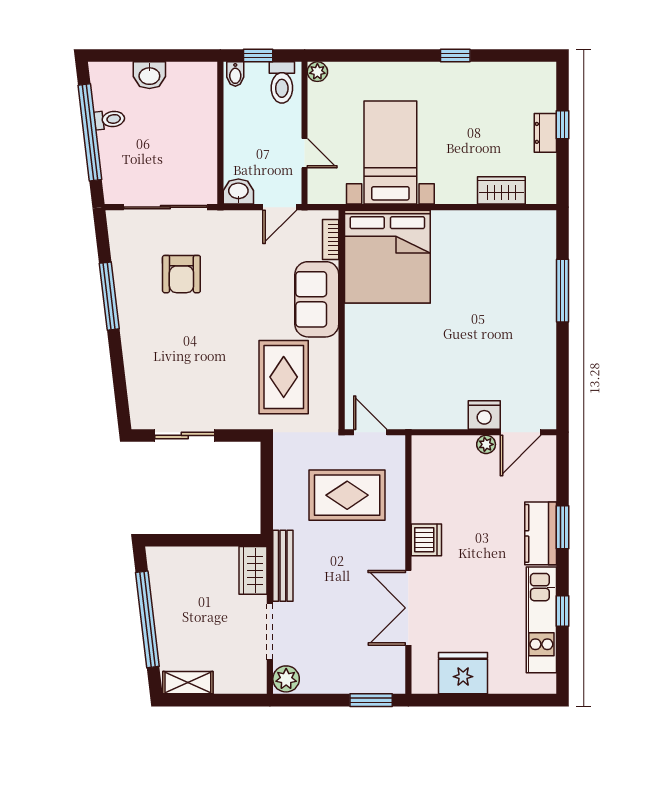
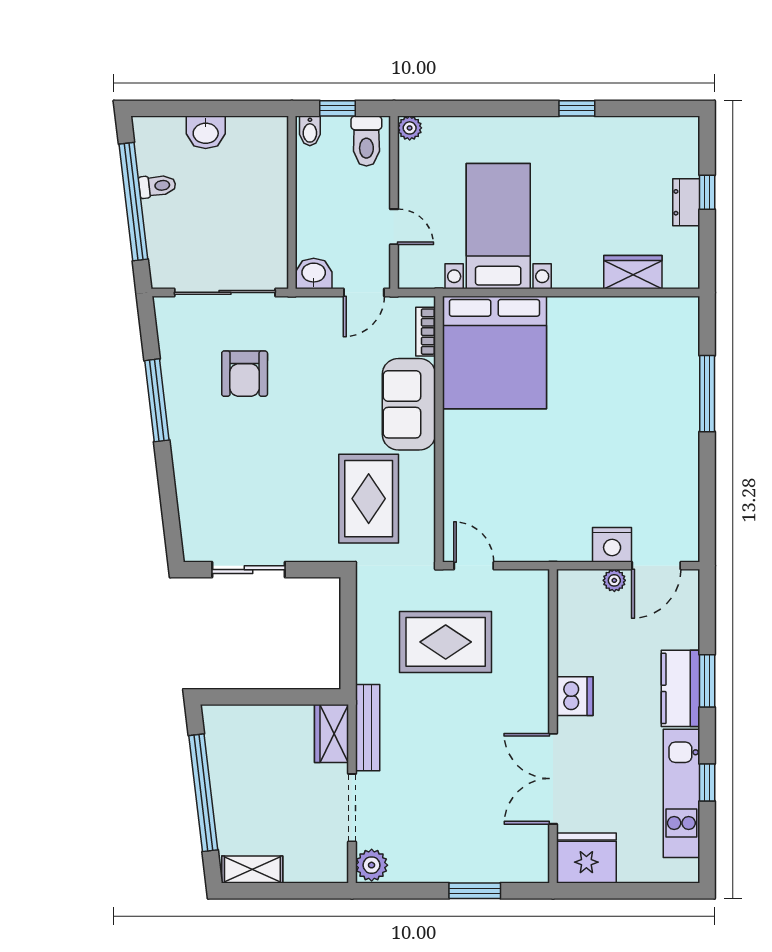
dishwasher: (426, 540) -> (575, 696), moved
wall: (408, 565) -> (553, 726), moved
double door: (408, 608) -> (553, 779), moved

